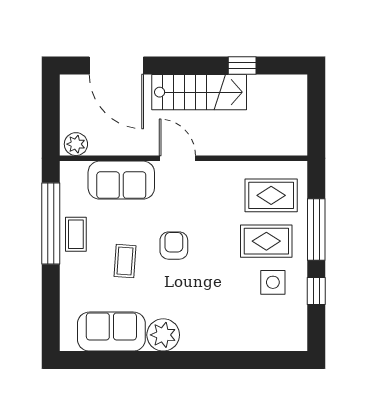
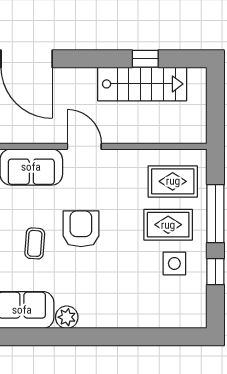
stairs: (199, 92) -> (142, 84), moved
armchair: (174, 246) -> (81, 229), width x1.38, depth x1.38
plant: (163, 335) -> (67, 317), width x0.73, depth x0.73

